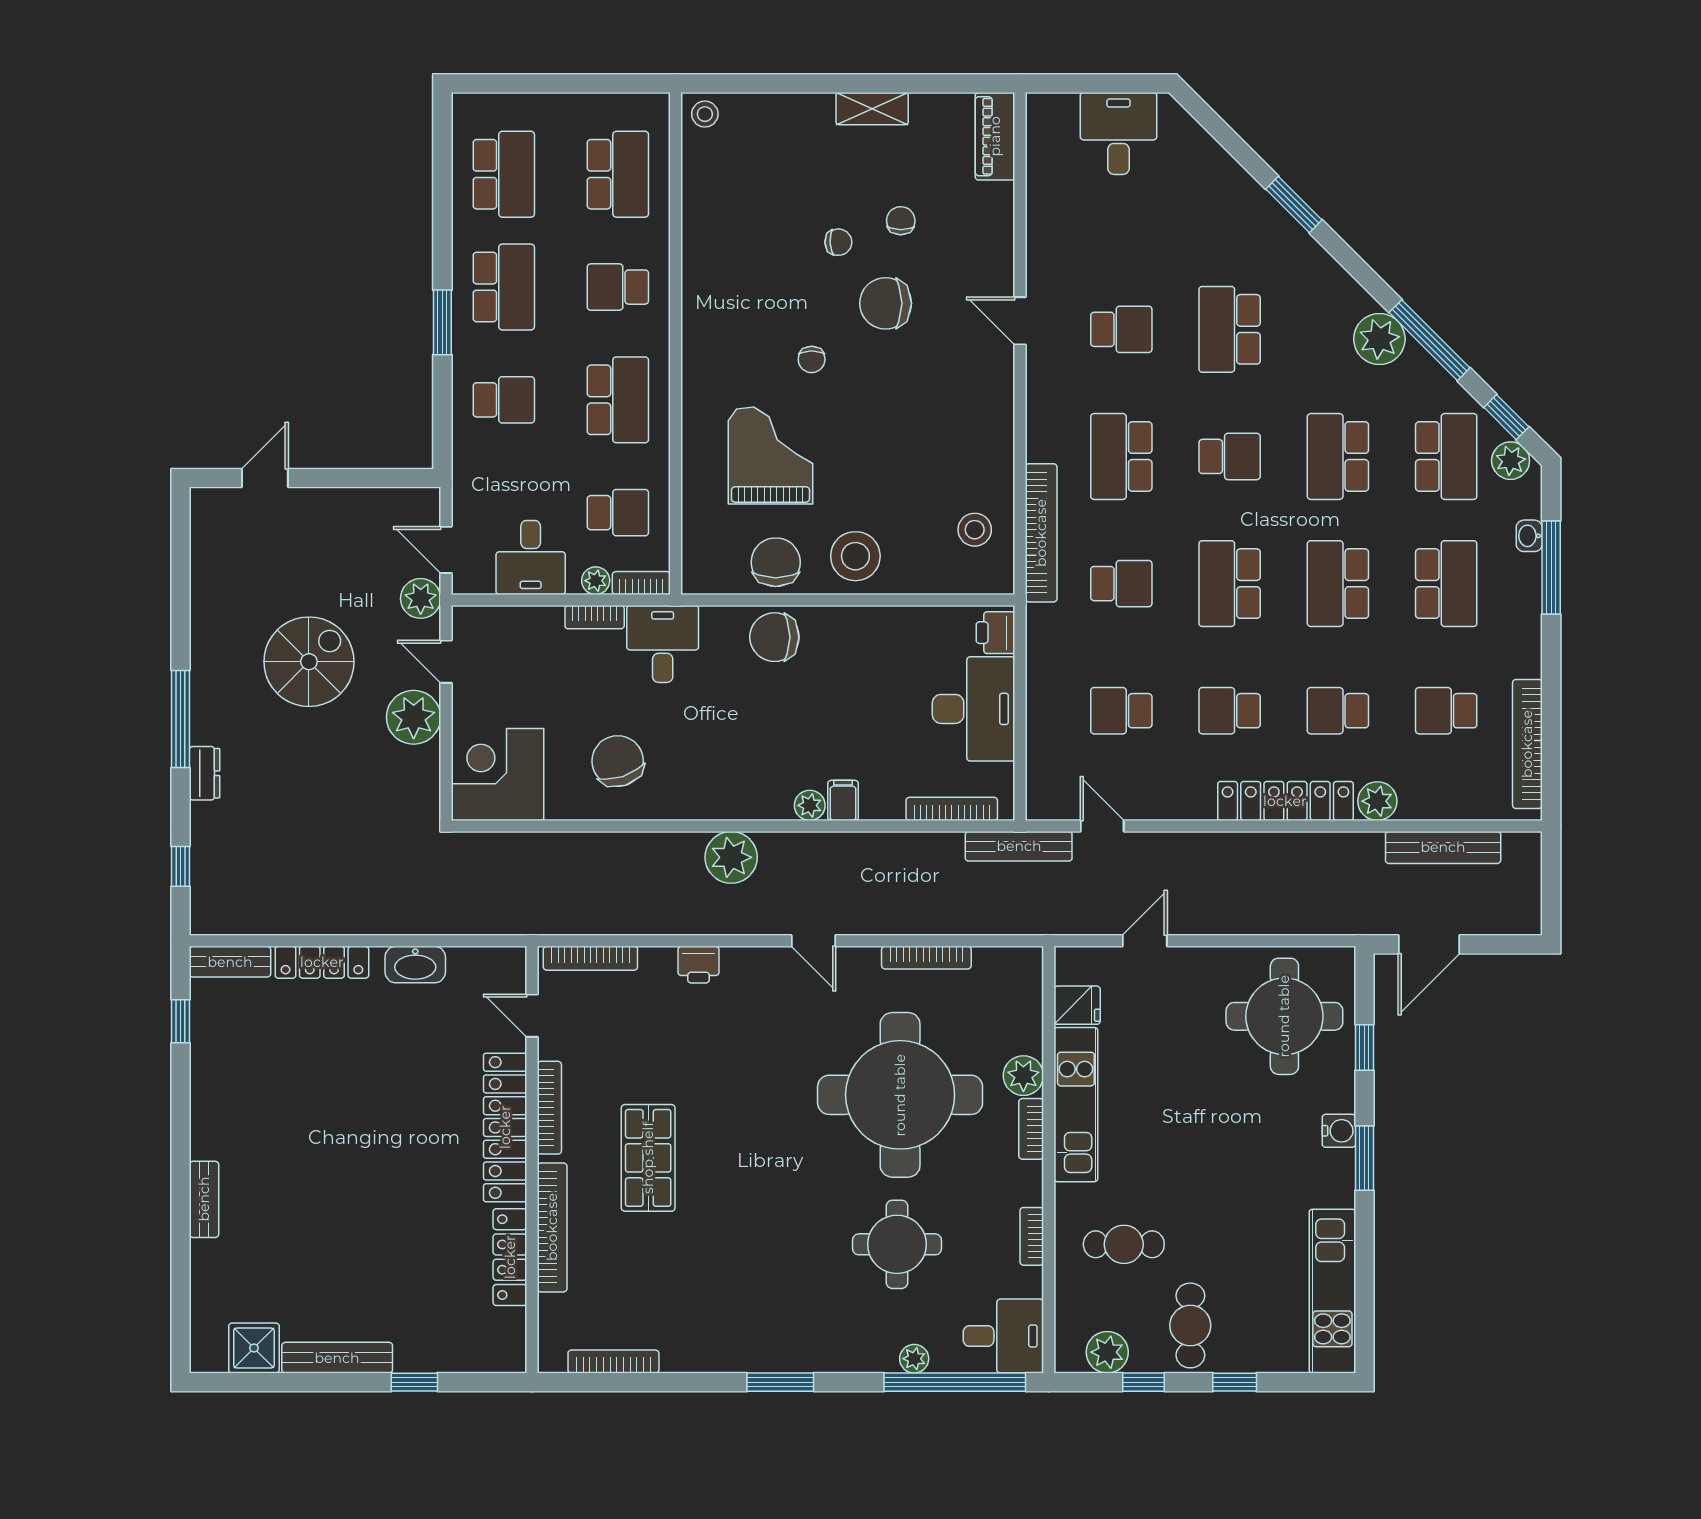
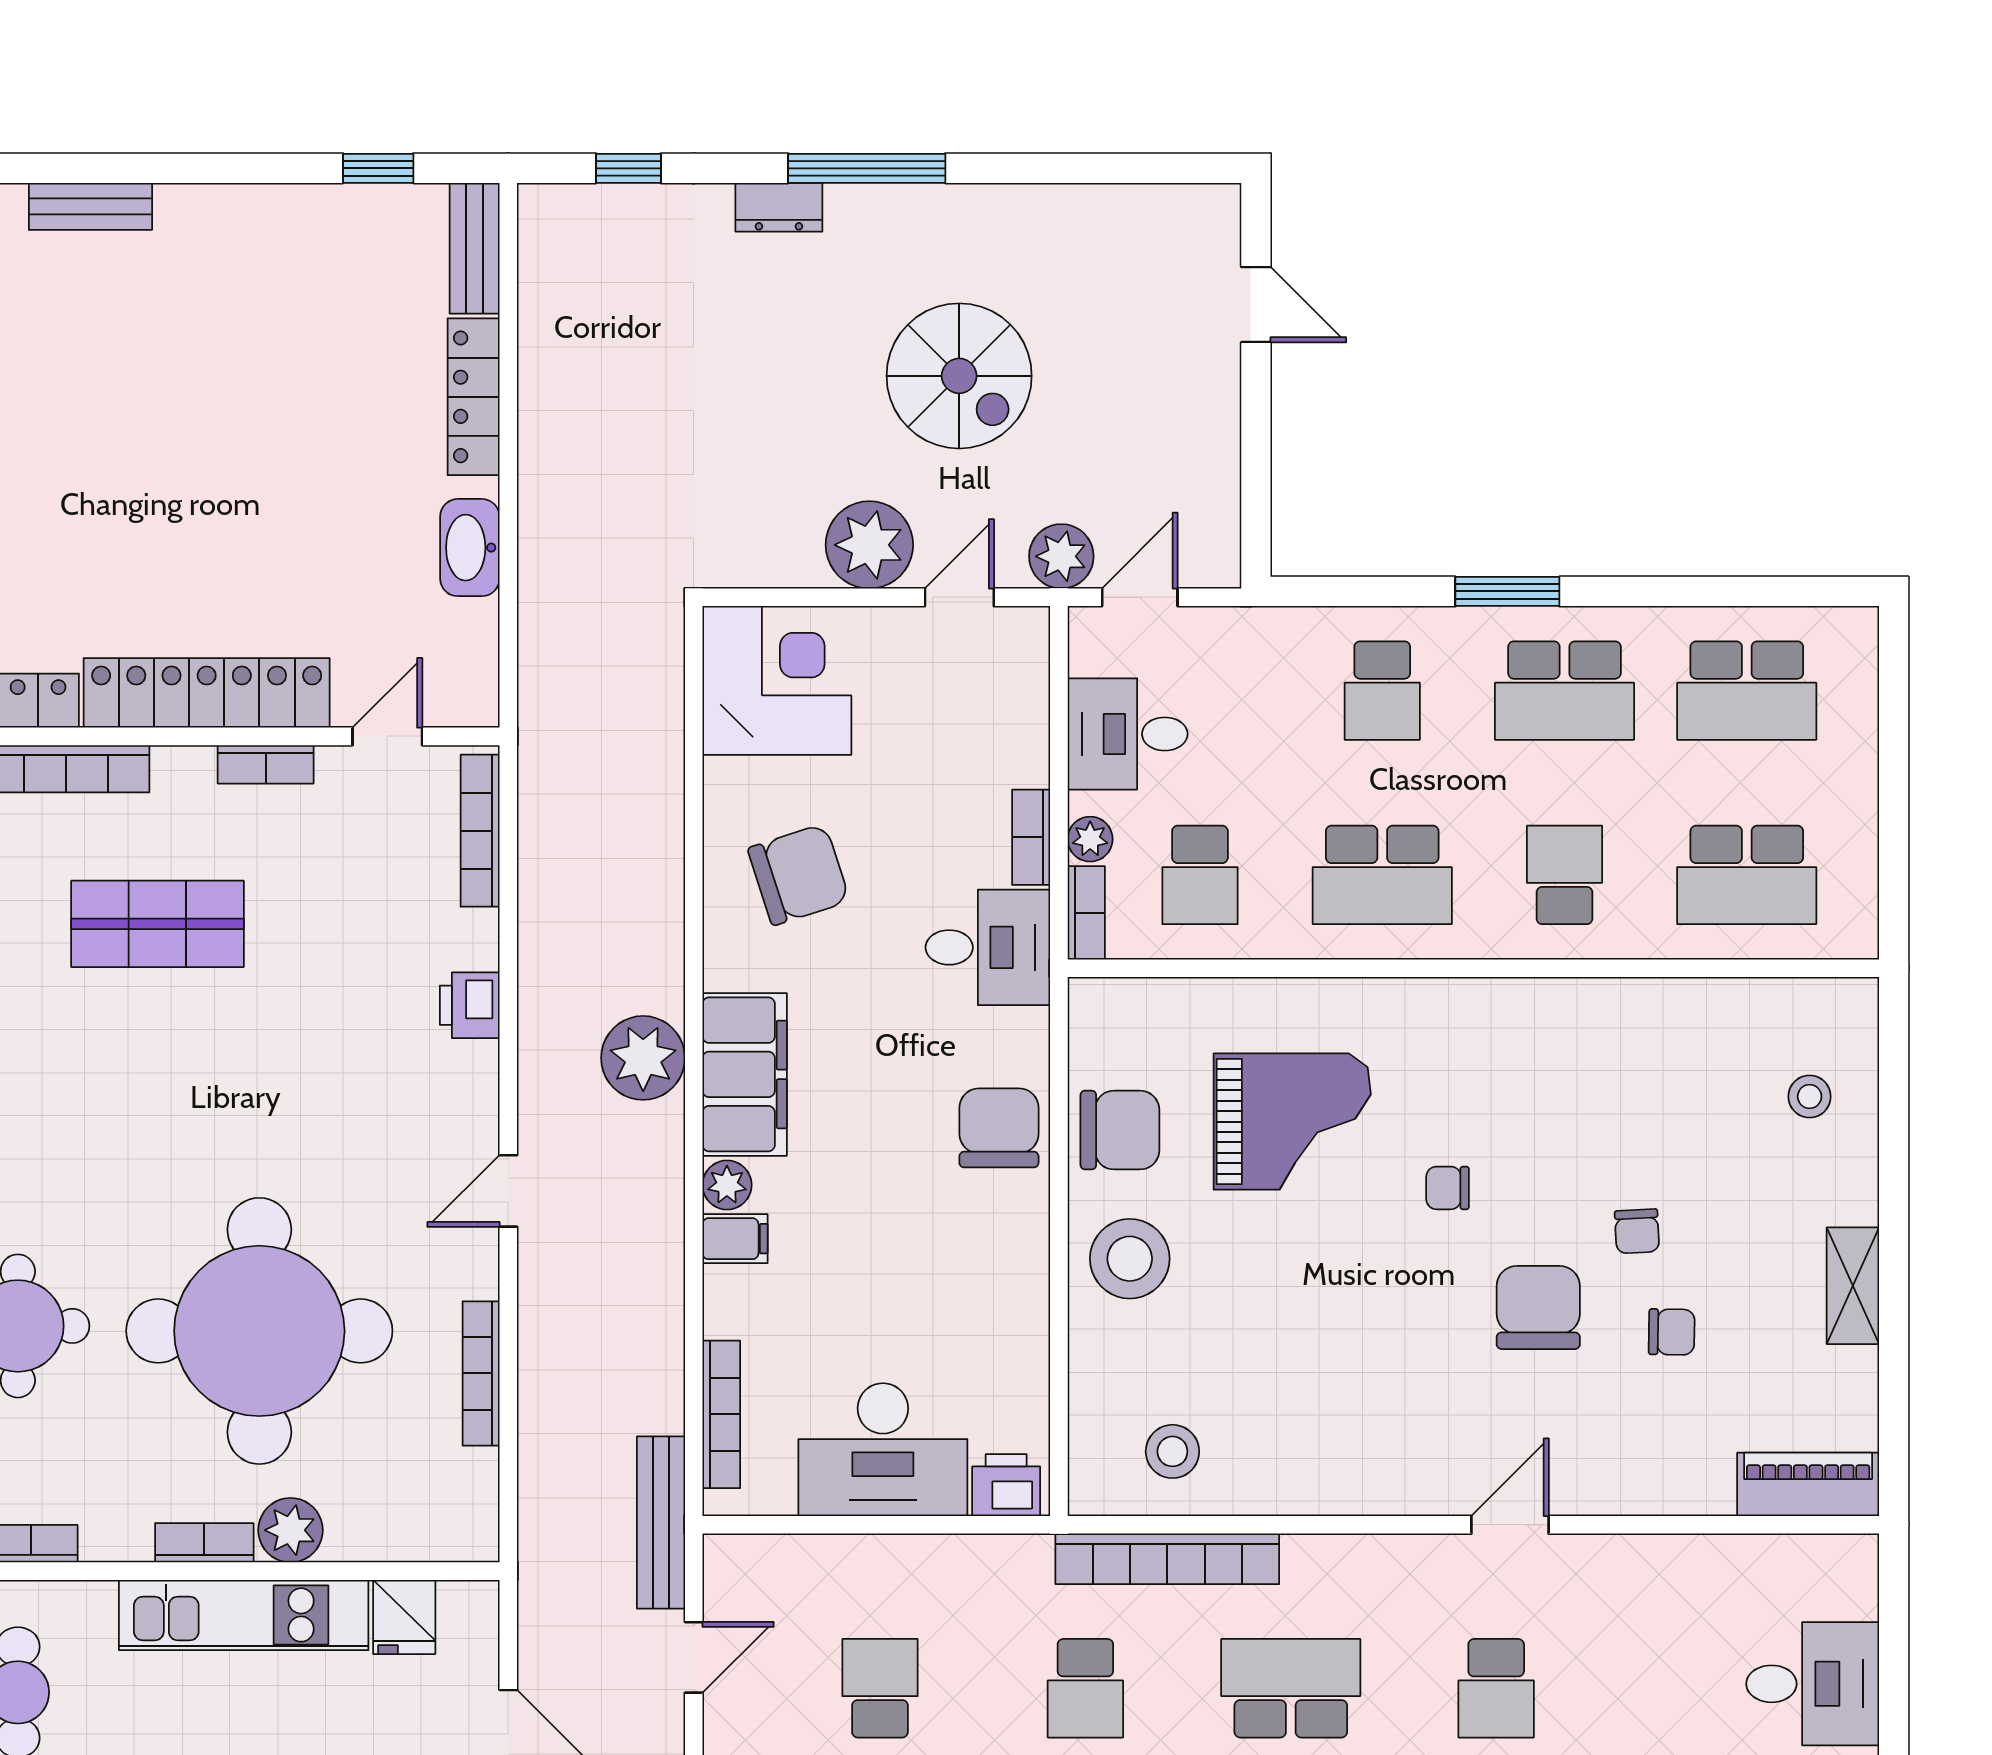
stool: (705, 114) -> (1810, 1097), moved
filing cabinet: (741, 795) -> (745, 1074), added
bookcase: (549, 1108) -> (266, 764), width x0.64

